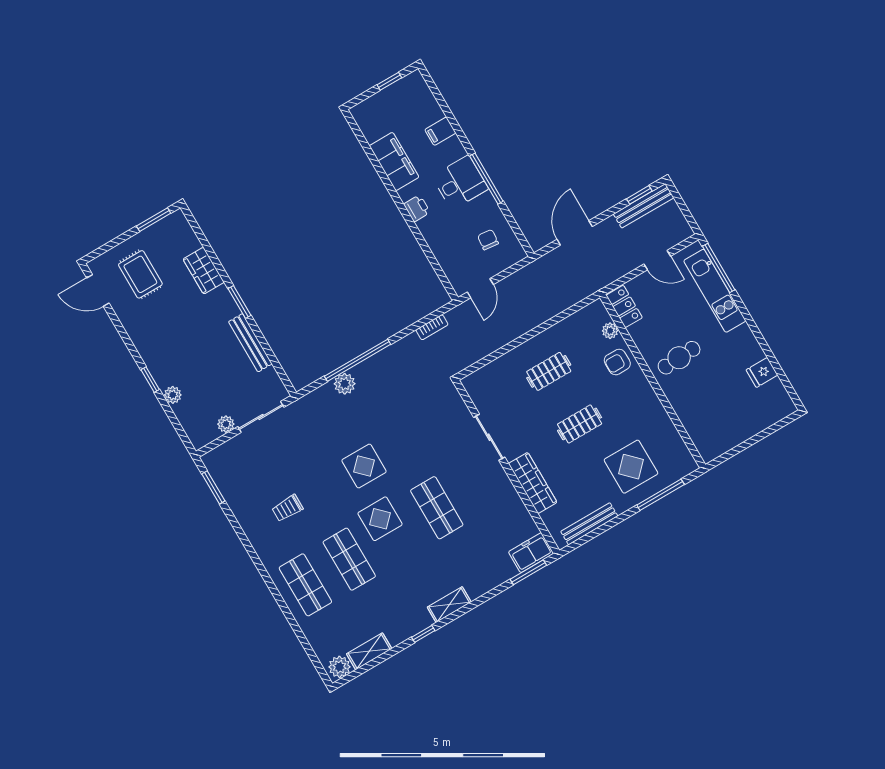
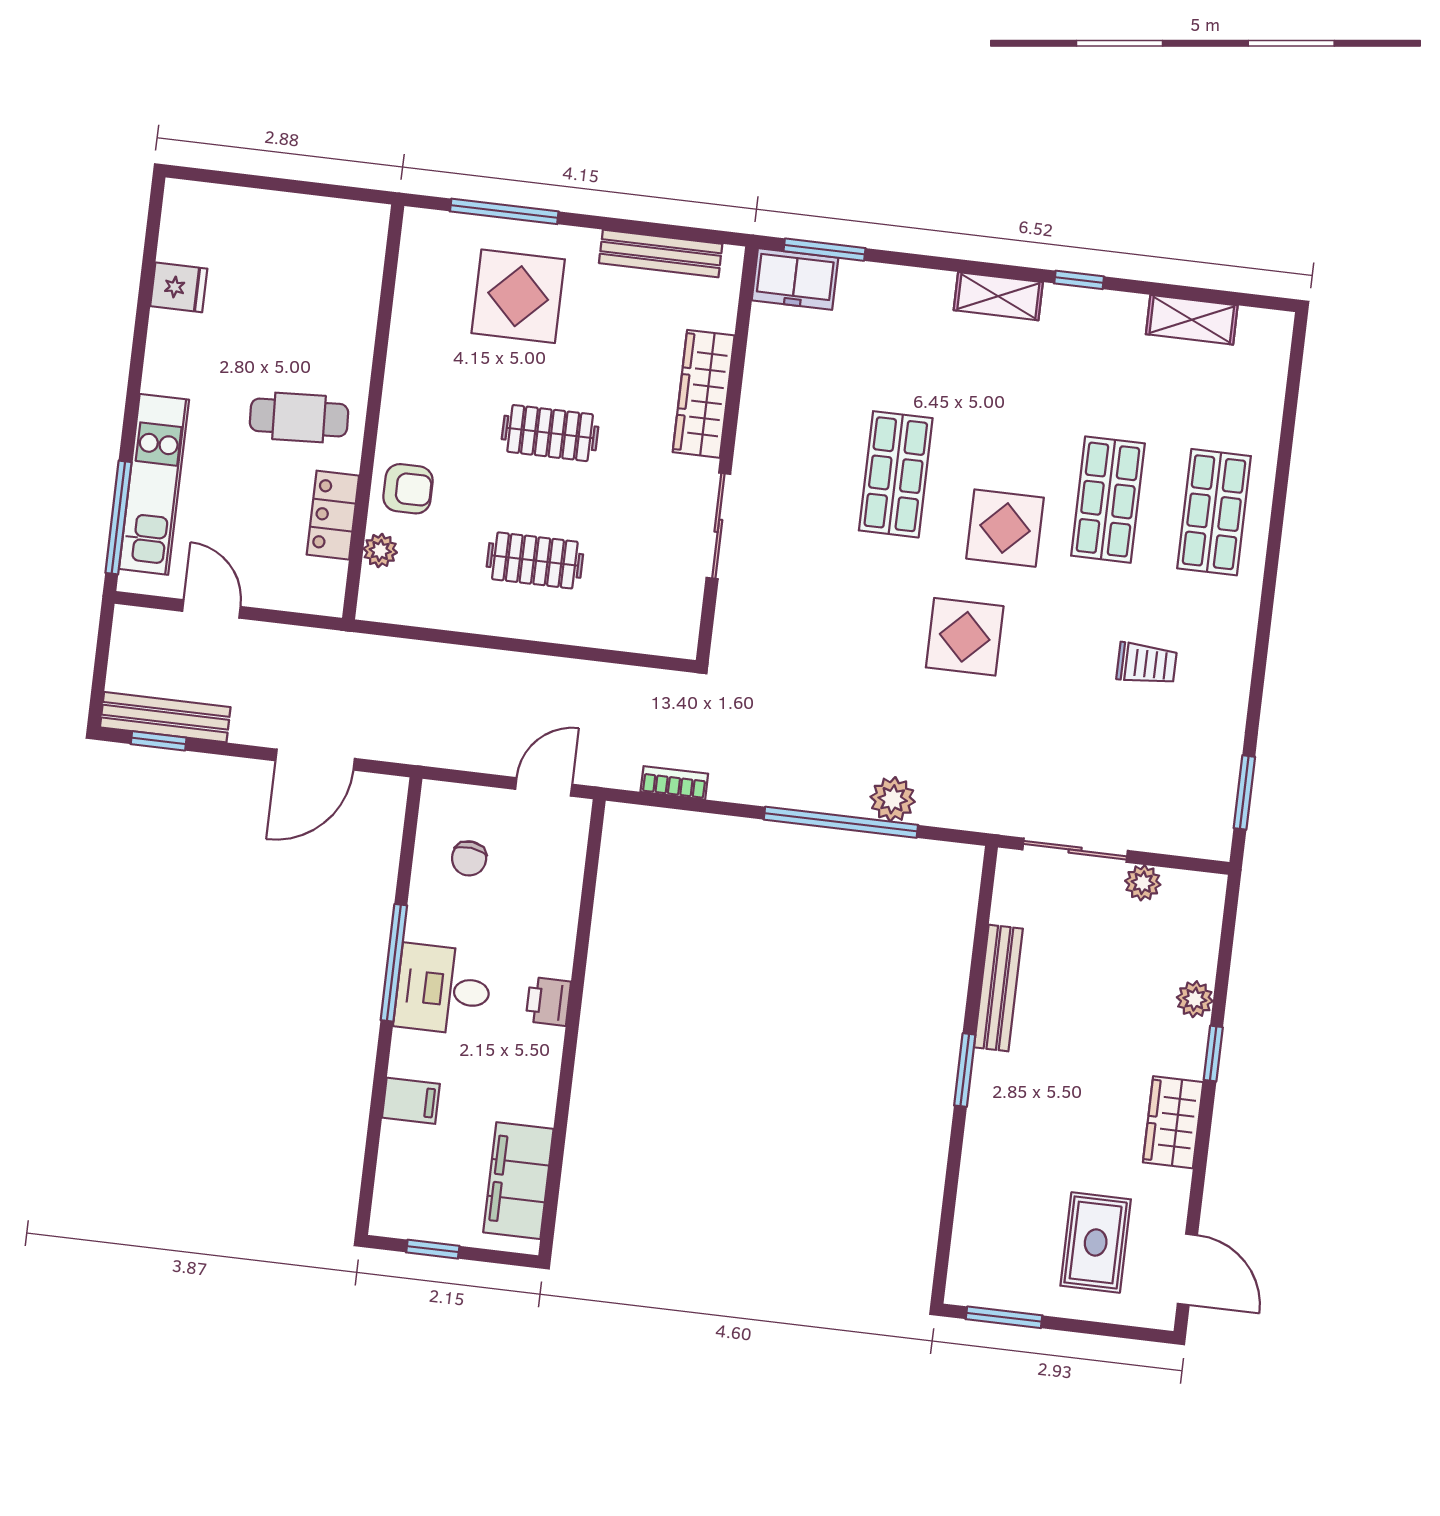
filing cabinet: (394, 161) -> (518, 1181), moved
wardrobe: (204, 271) -> (1173, 1122), moved, turned 180
locker: (624, 306) -> (333, 515), moved
plant: (339, 667) -> (1261, 331), removed

